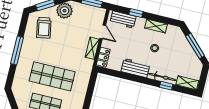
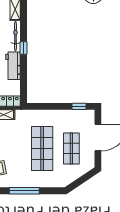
window: (166, 86) -> (24, 48), moved

